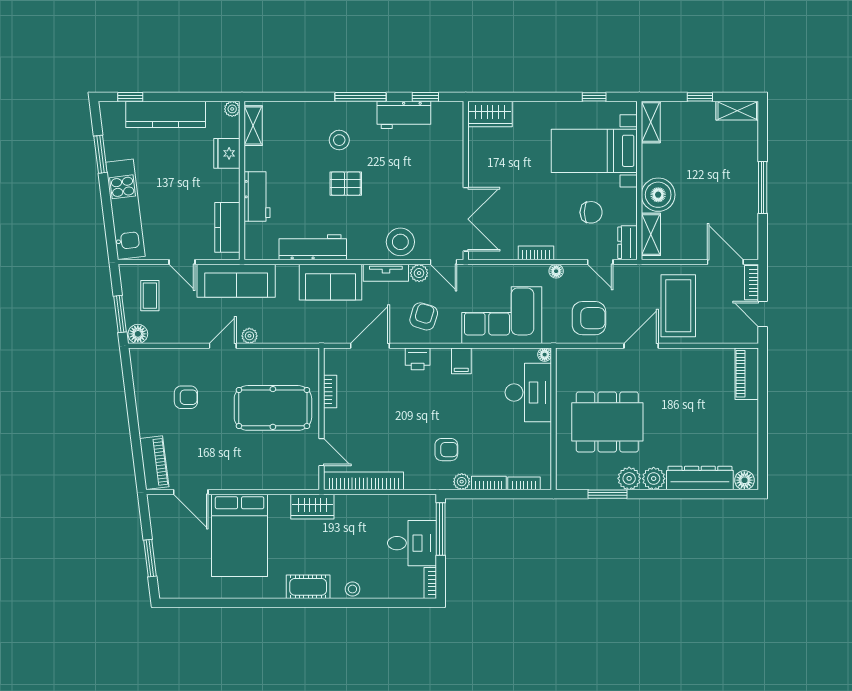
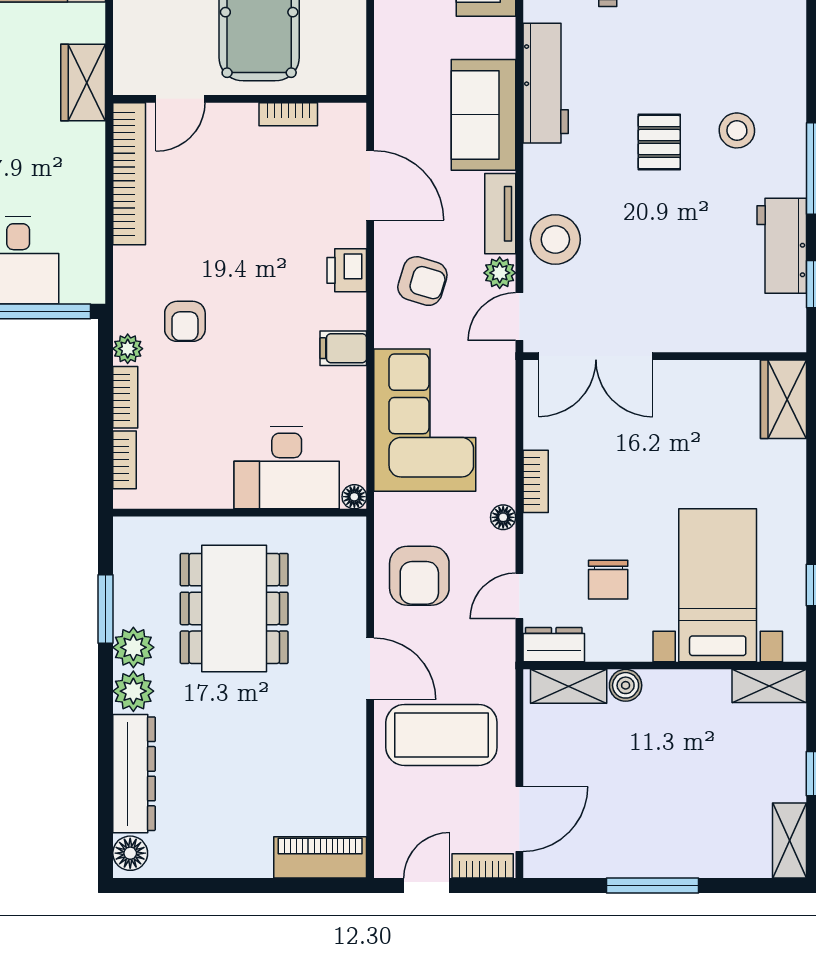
boiler: (658, 195) -> (626, 685), width x0.54, depth x0.54

